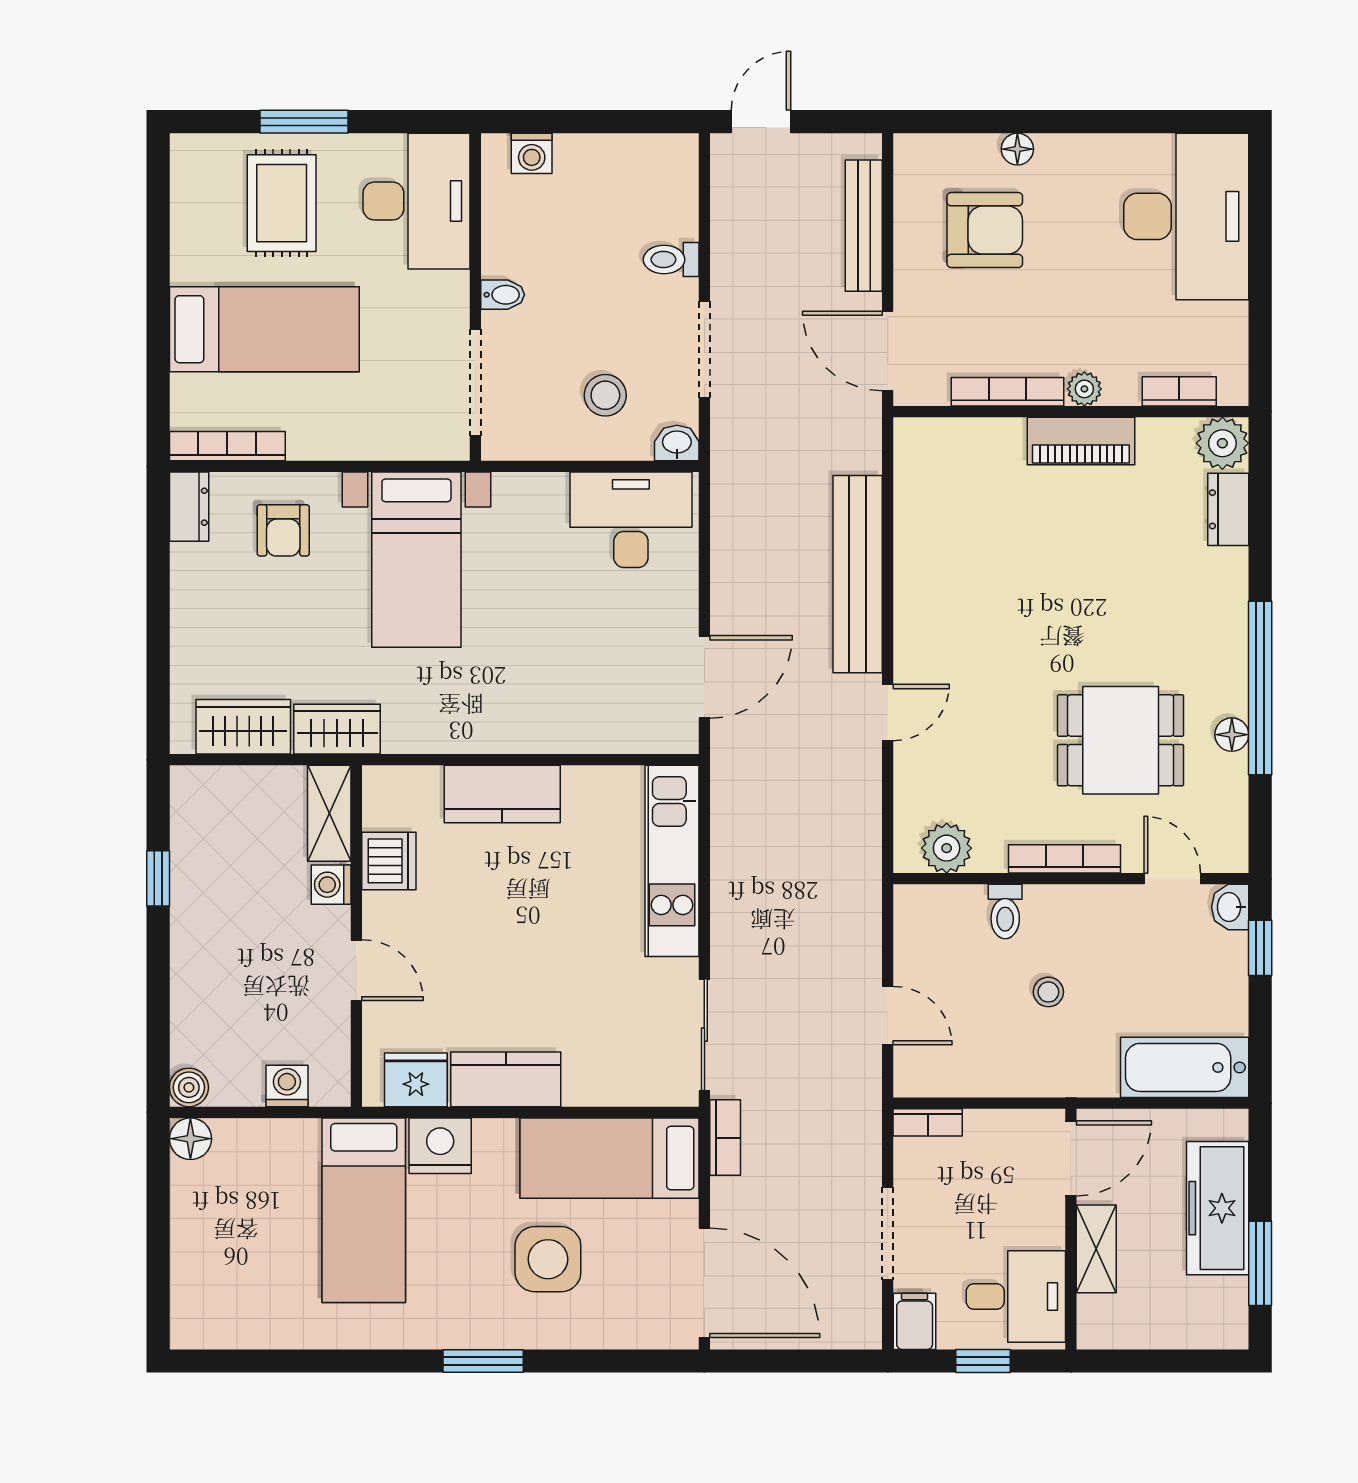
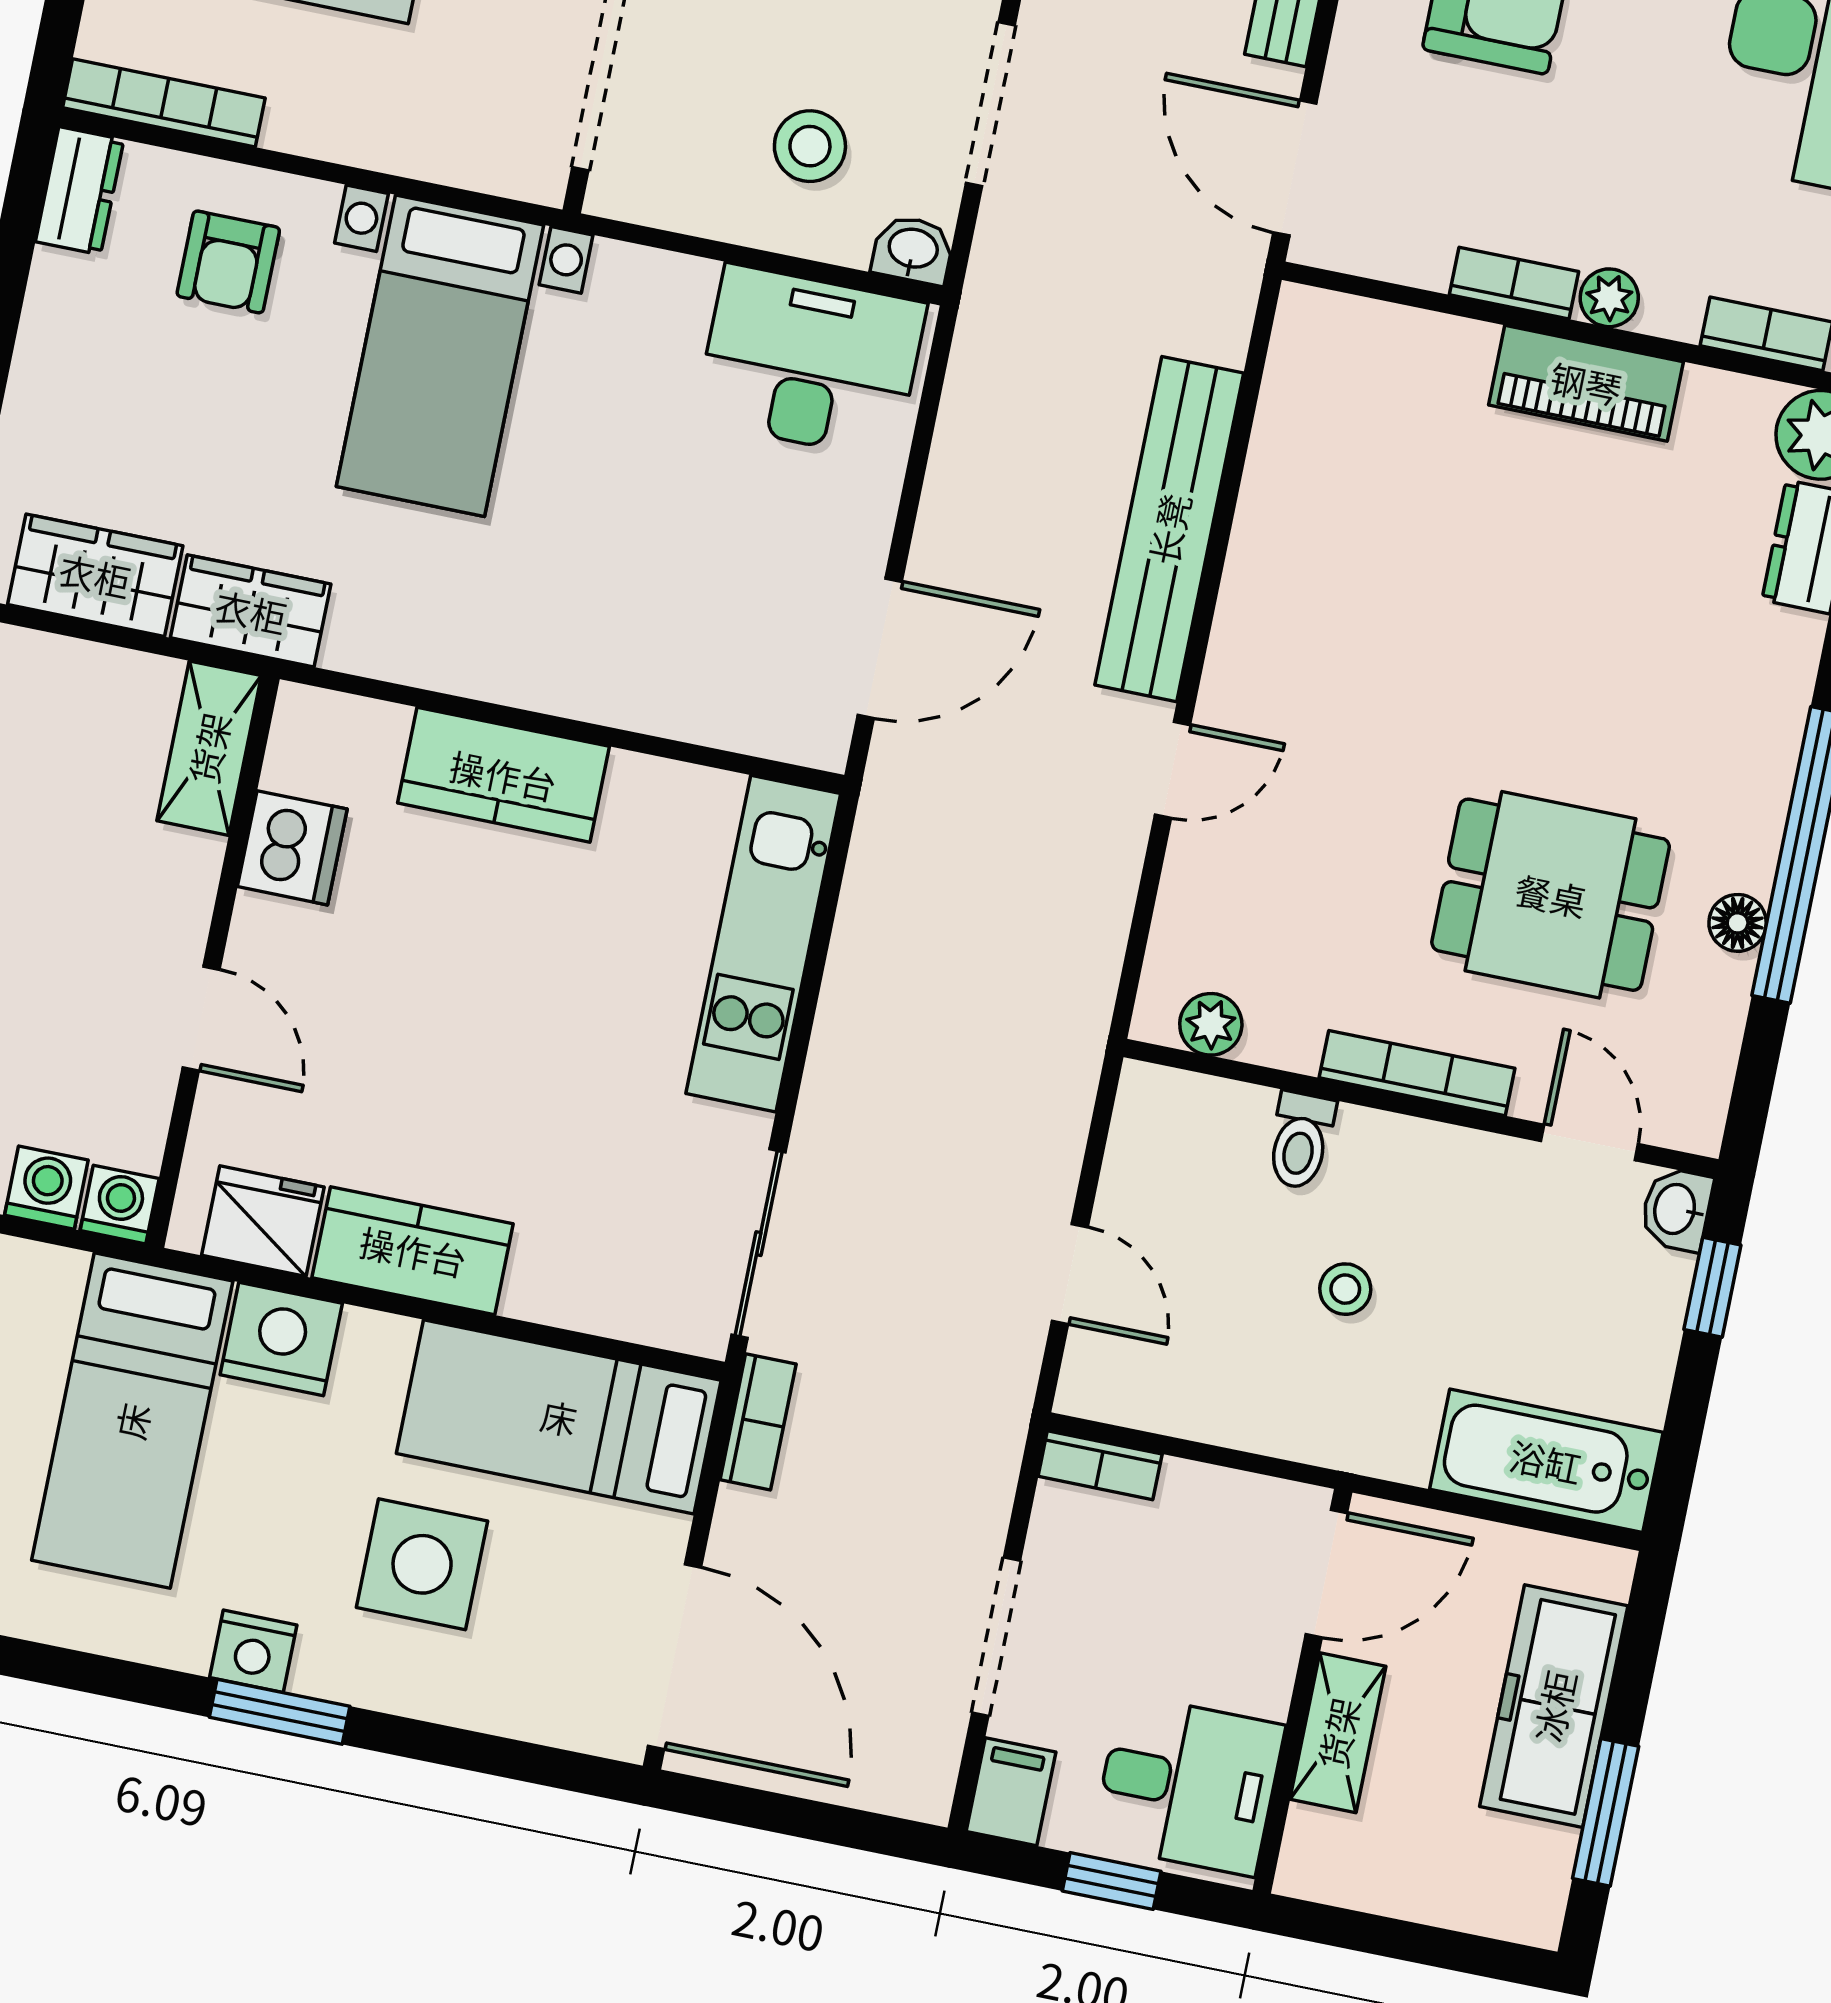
bookcase: (1008, 392) -> (1514, 283), width x0.64
plant: (947, 848) -> (1211, 1024), width x0.73, depth x0.73
washing machine: (331, 885) -> (120, 1205), moved, turned 90
nightstand: (461, 1329) -> (253, 1651), added

